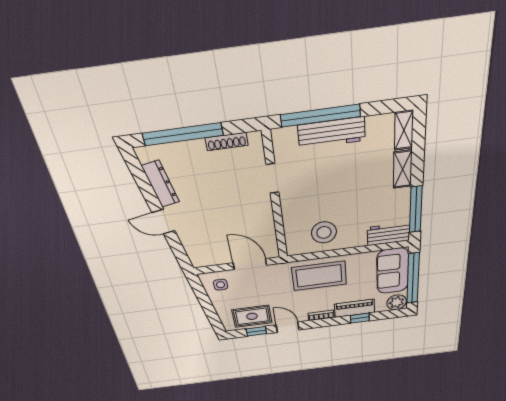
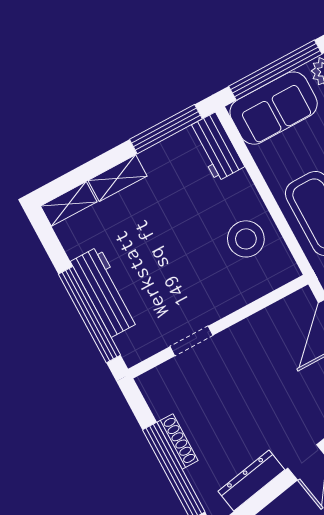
shoe rack: (227, 142) -> (177, 441), moved

